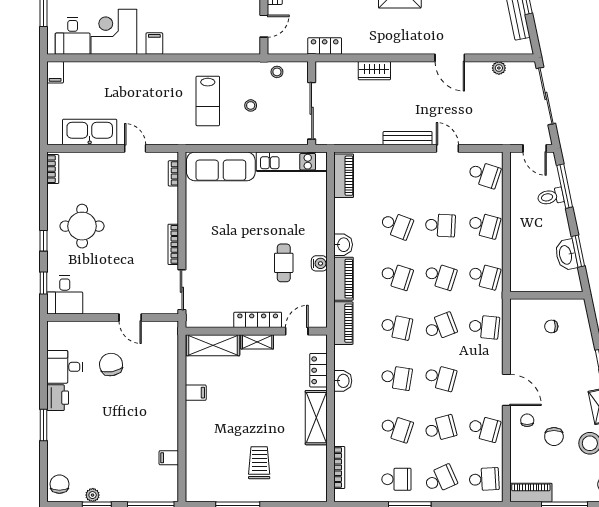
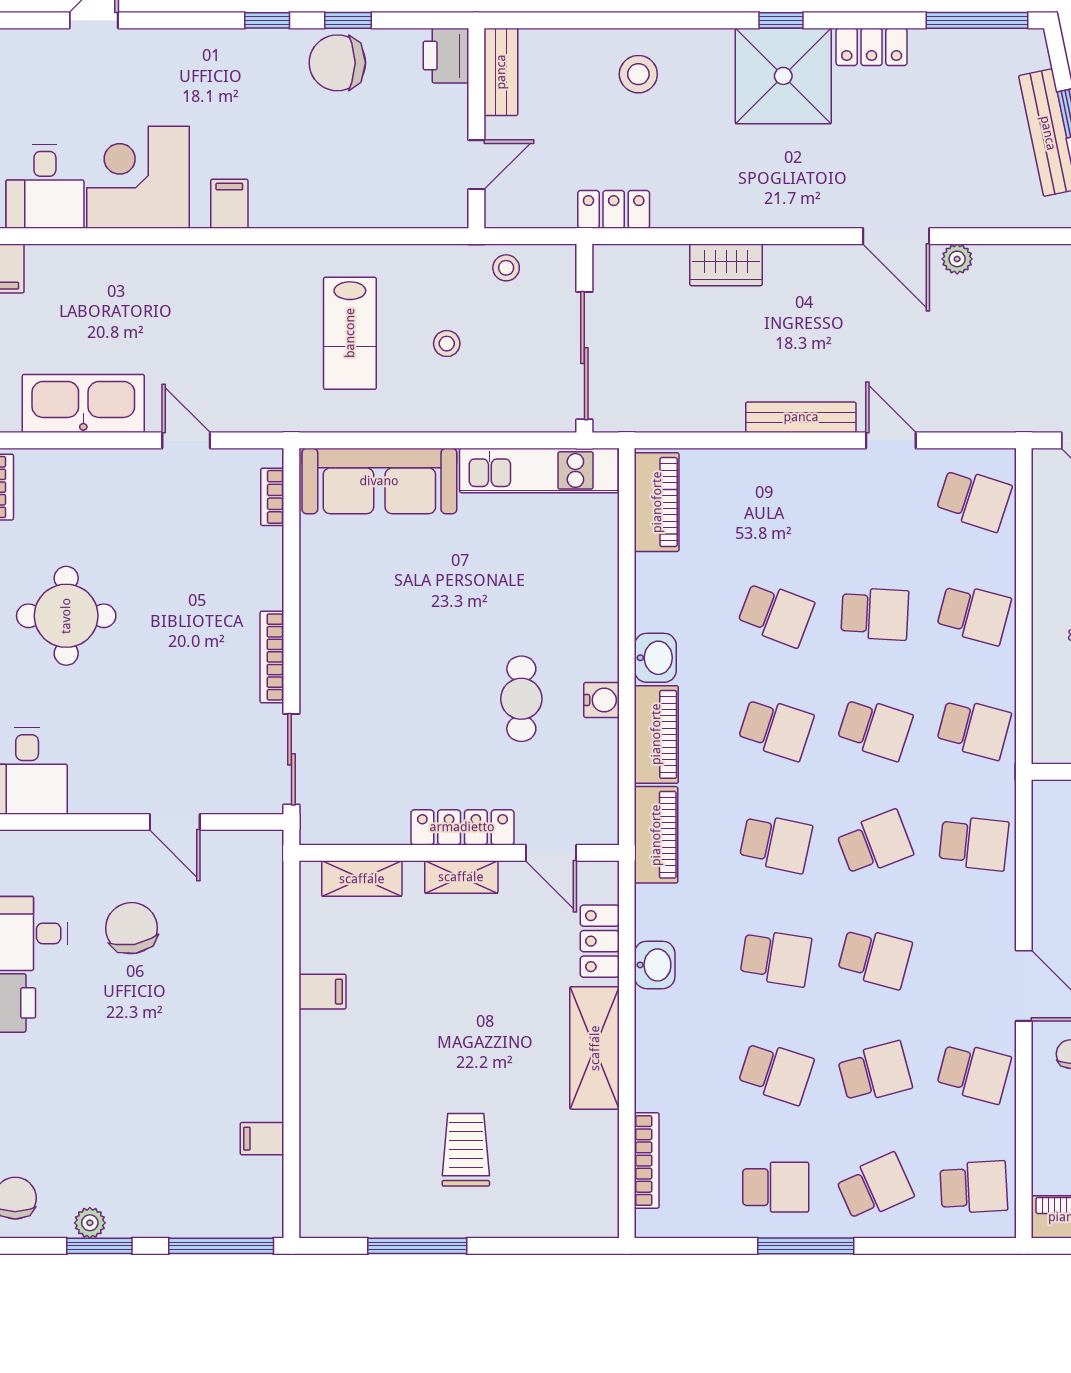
plant: (499, 68) -> (957, 259), moved
door: (297, 331) -> (551, 853), swing flipped
shelving: (213, 345) -> (362, 879), width x0.67, depth x0.75

